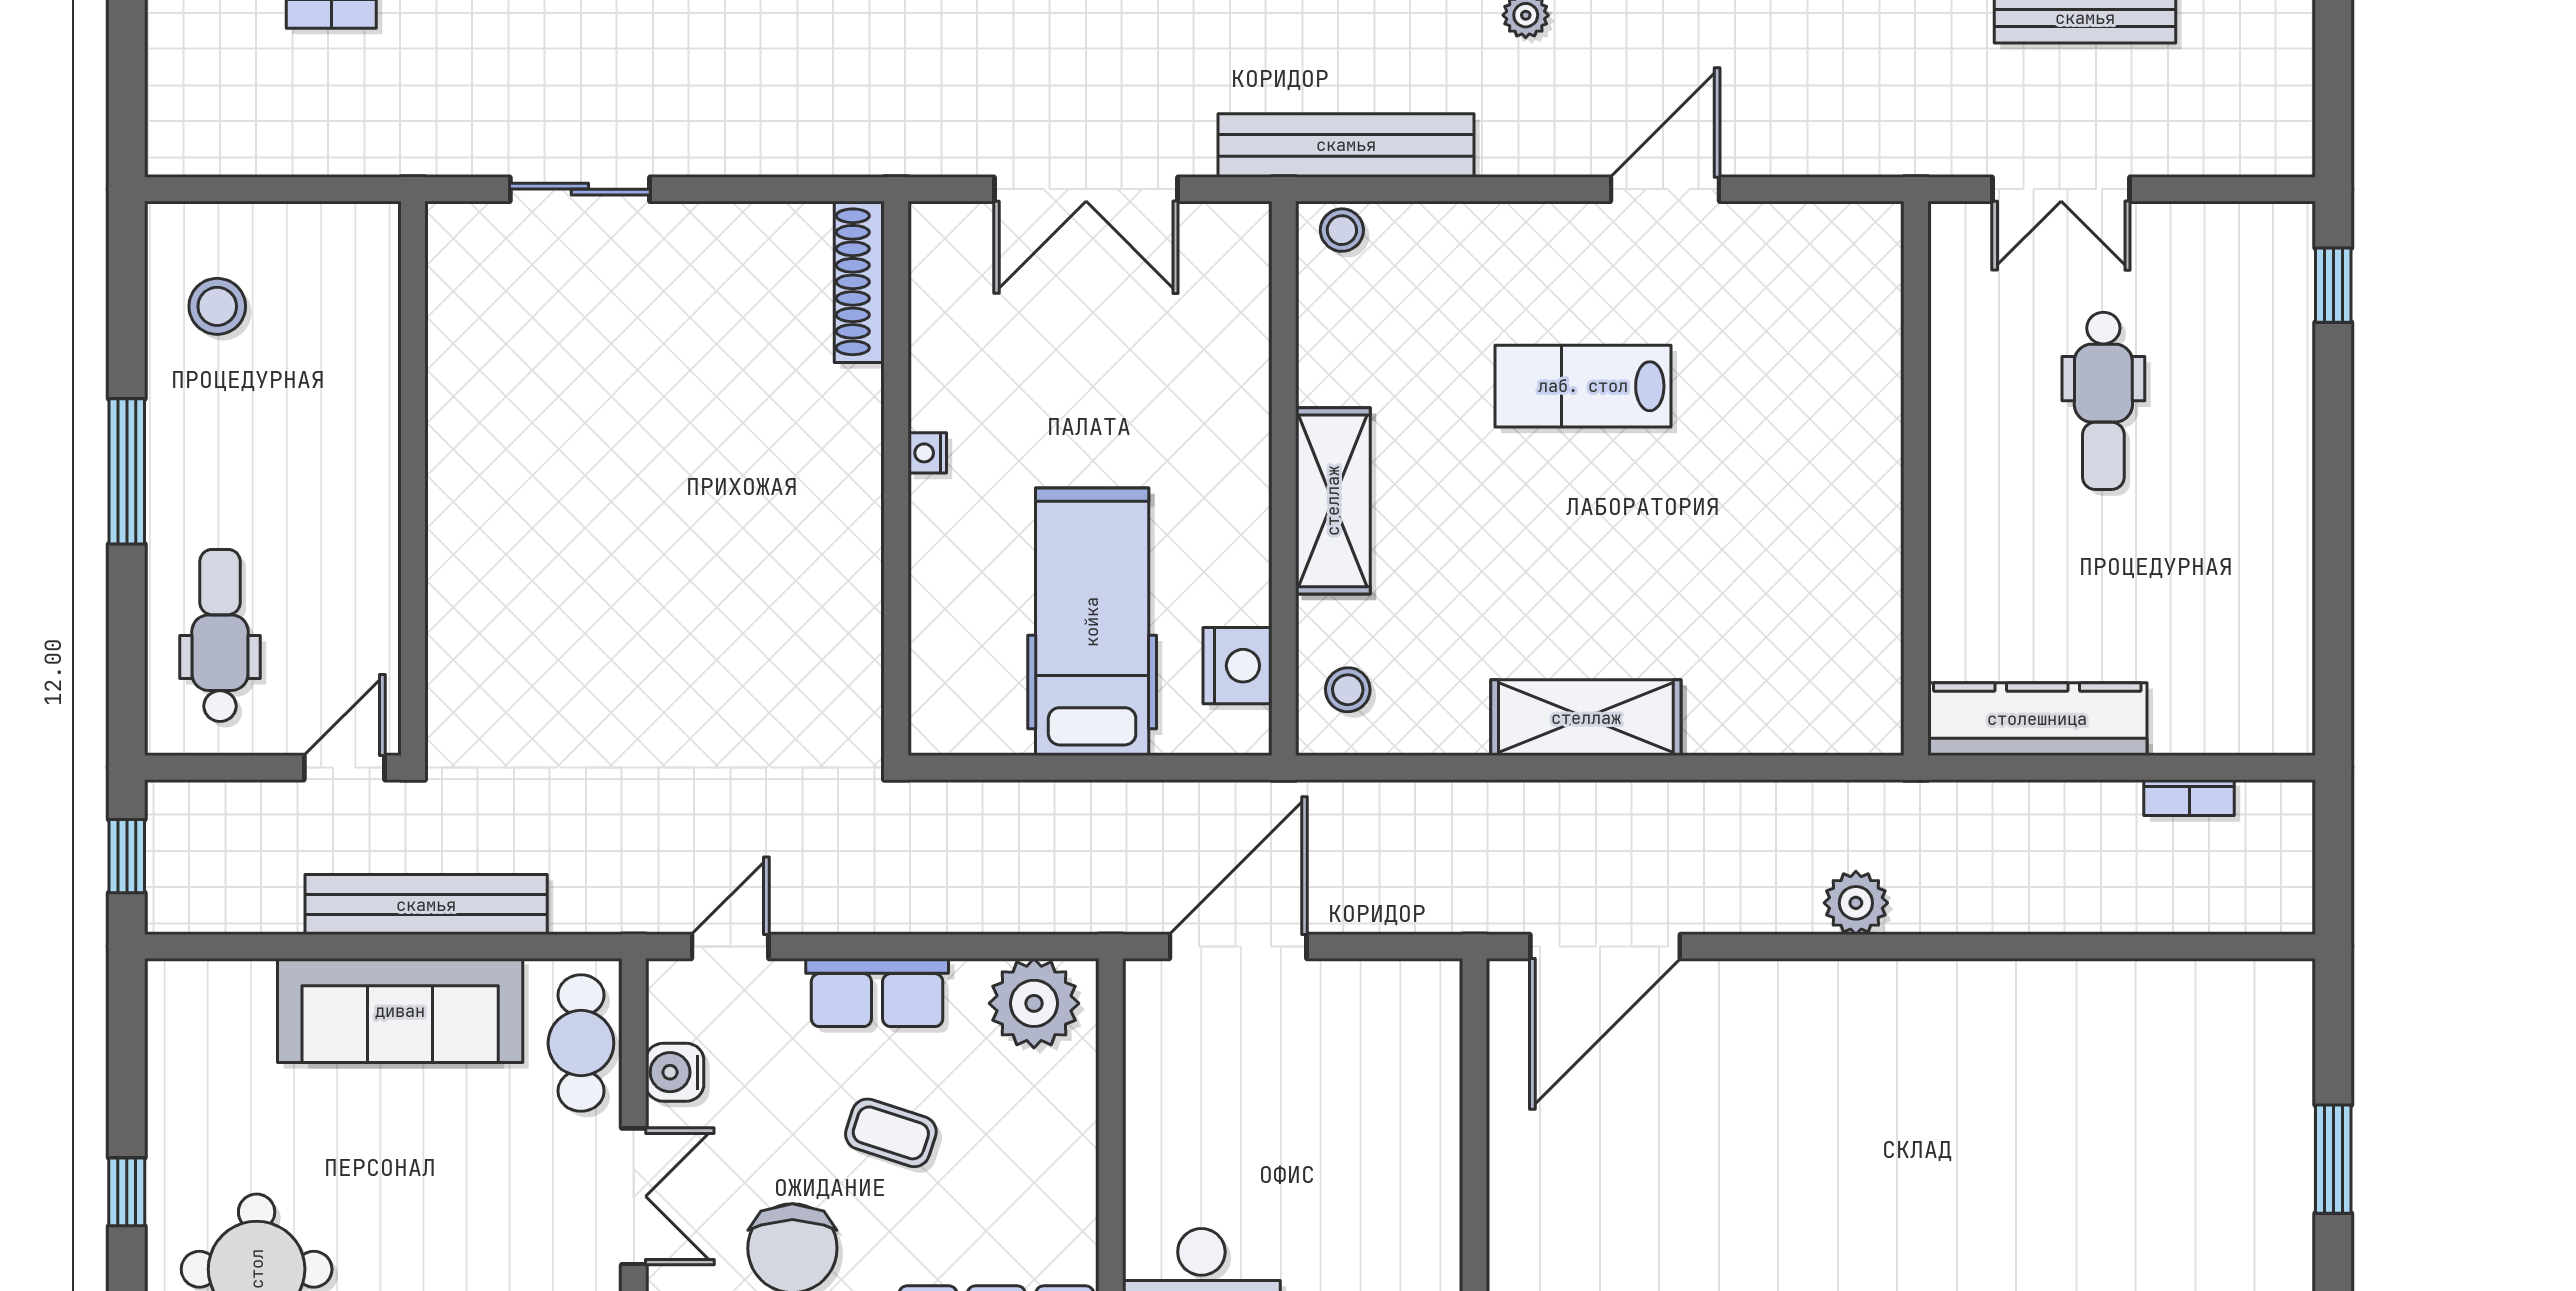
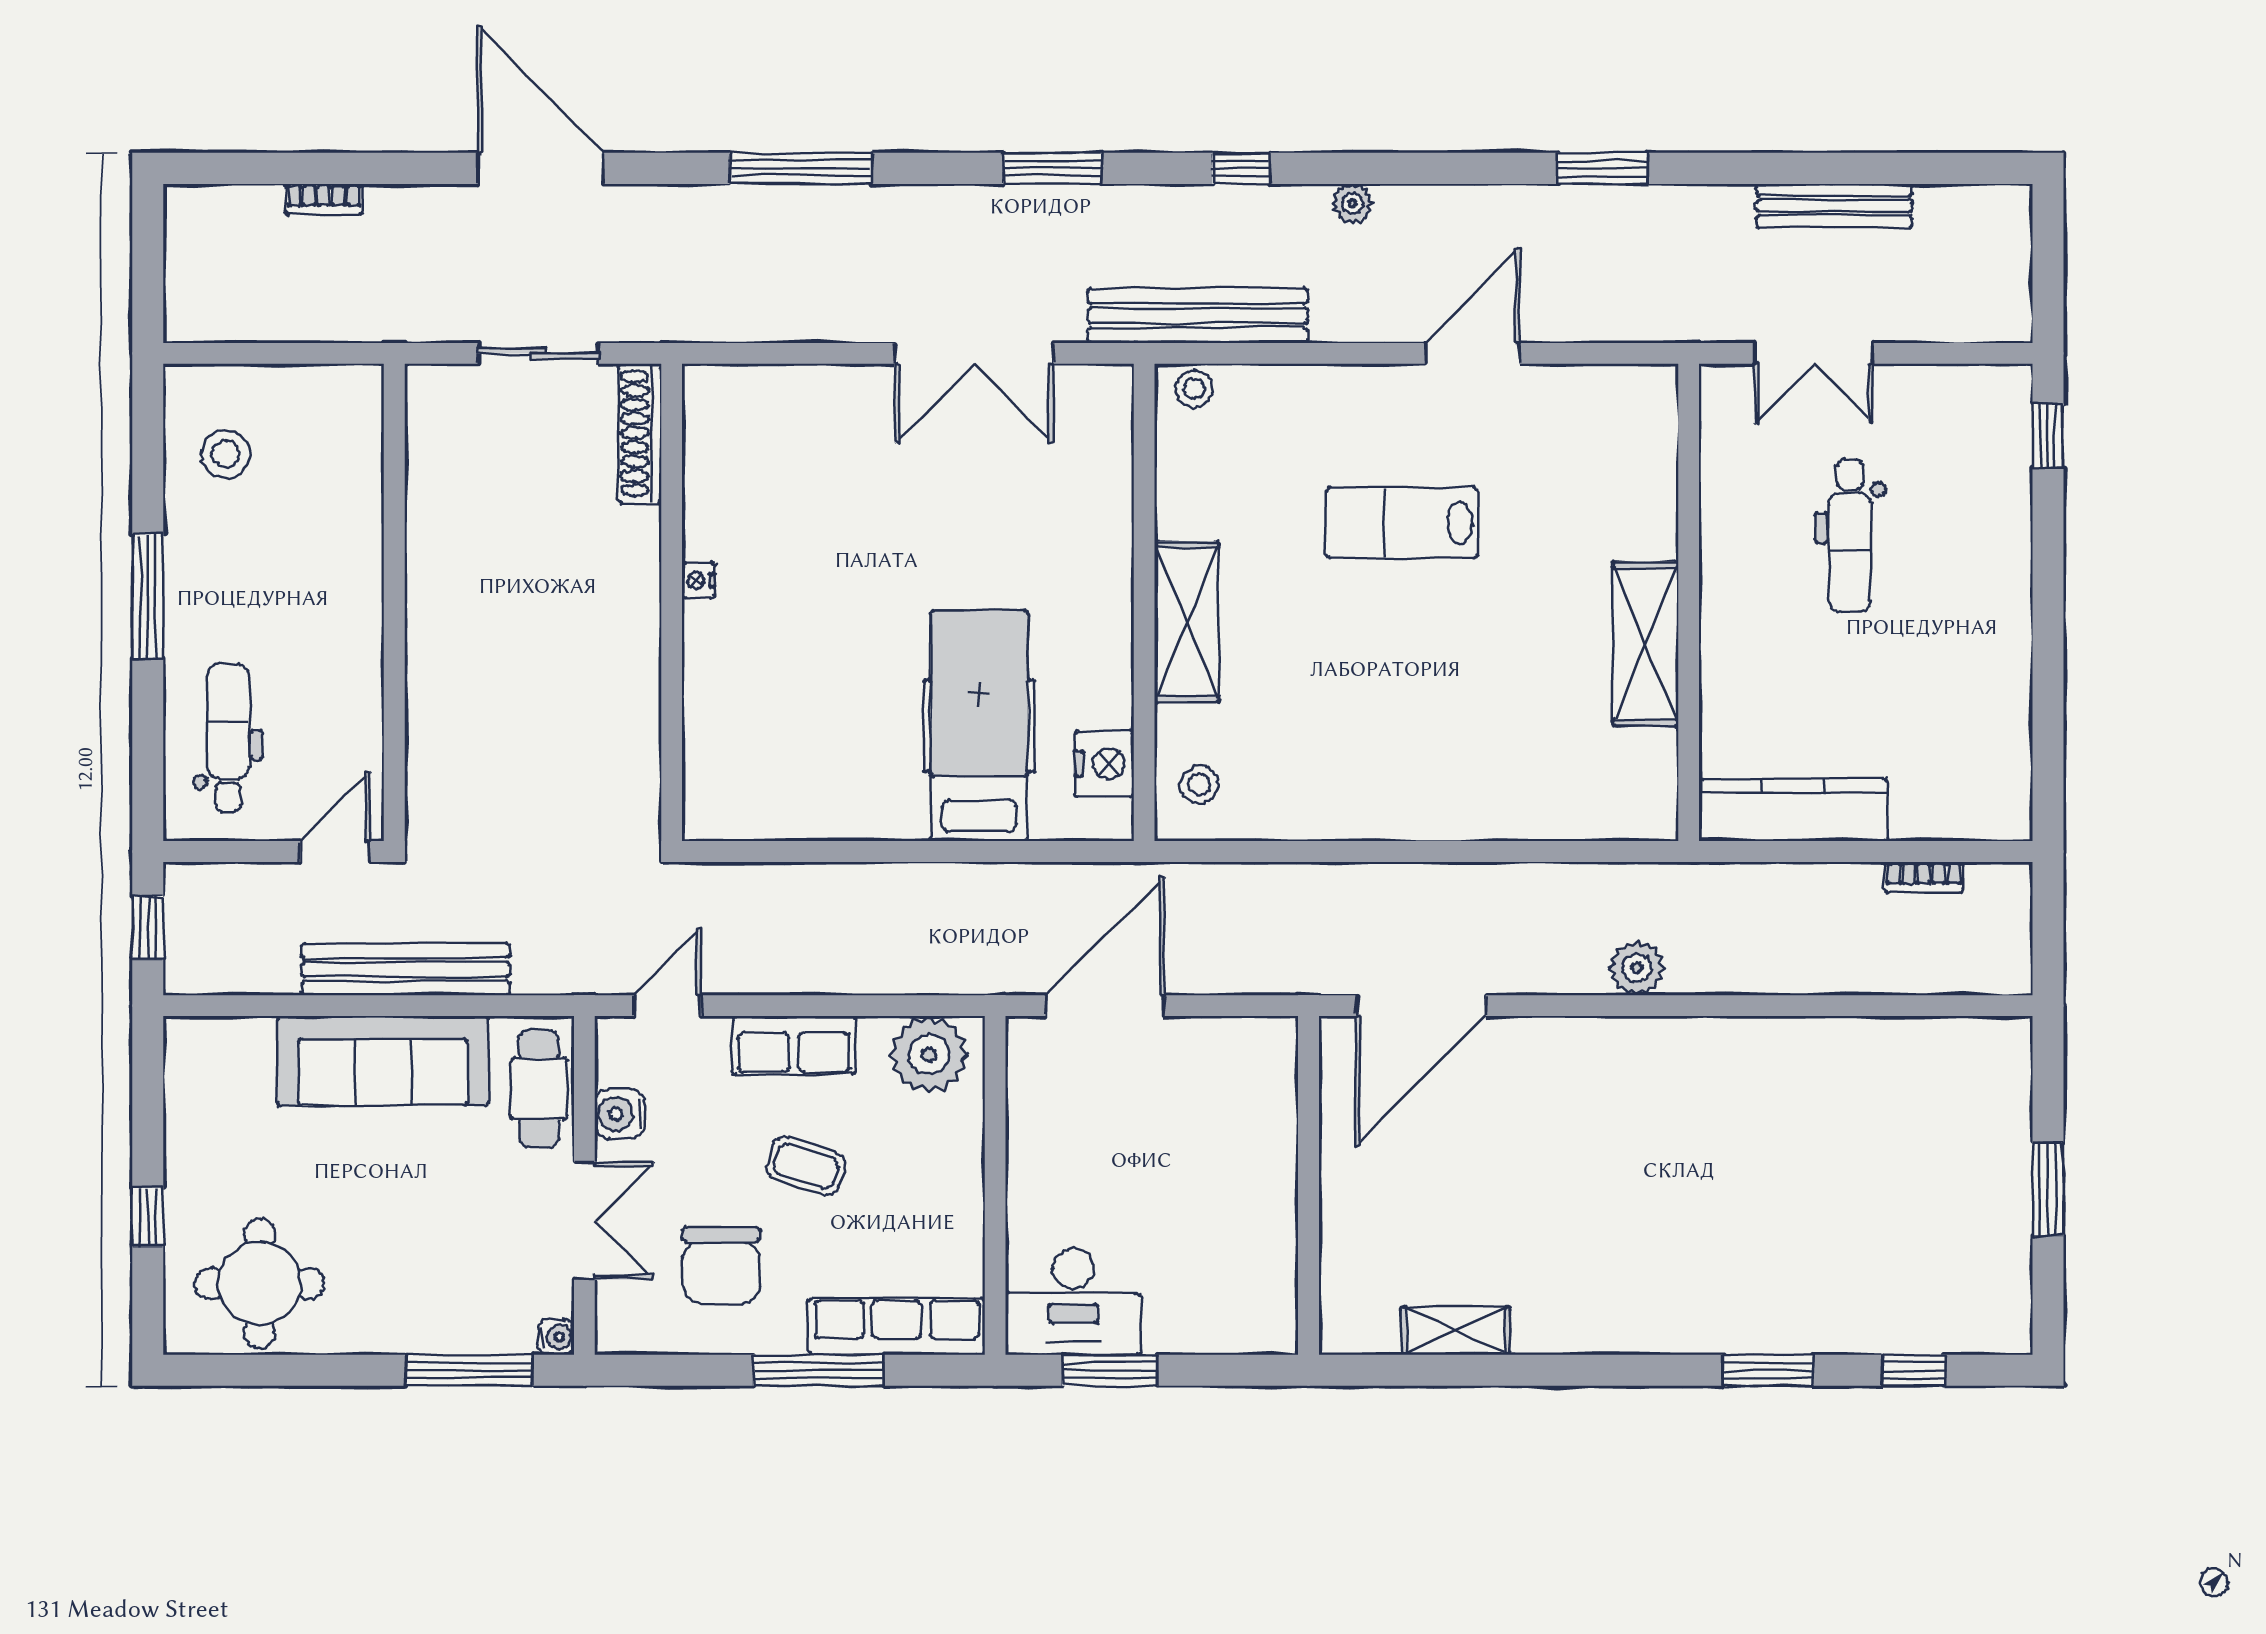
shoe rack: (859, 282) -> (640, 433), moved
nightstand: (927, 453) -> (698, 580), moved
wall: (896, 478) -> (672, 602), moved
shelving: (1586, 718) -> (1646, 644), moved, turned 90

